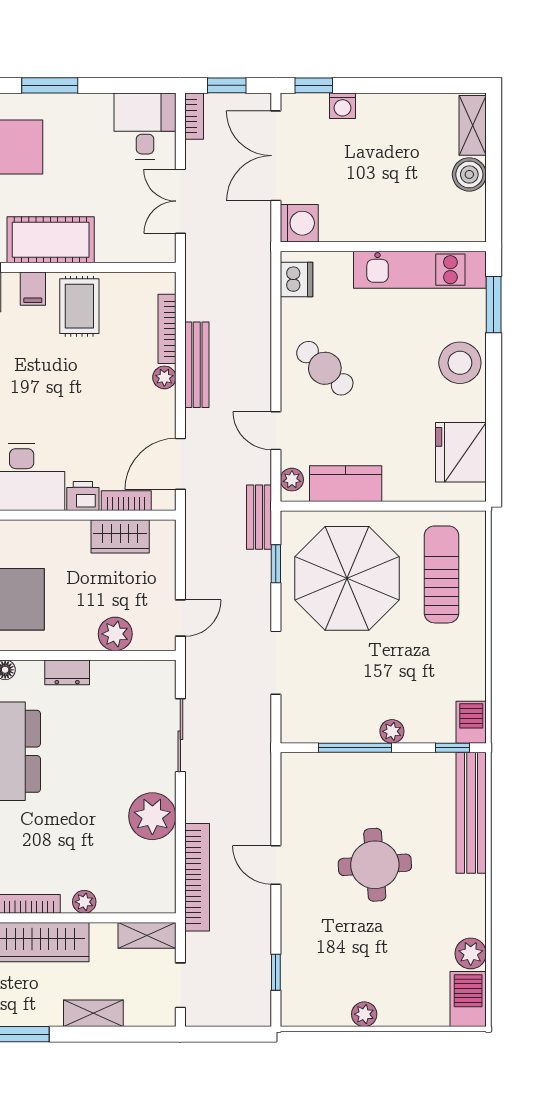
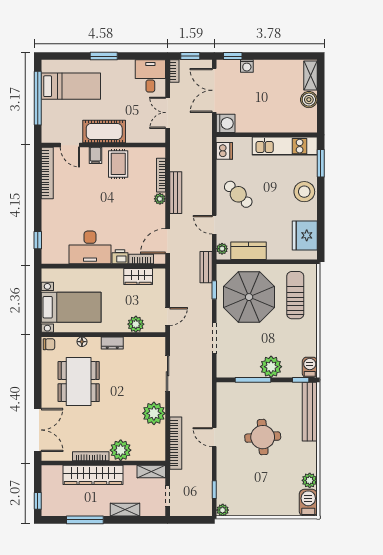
plant: (392, 731) -> (271, 367), width x1.87, depth x1.87
plant: (84, 902) -> (121, 450), width x1.88, depth x1.88
plant: (364, 1014) -> (223, 510), moved

